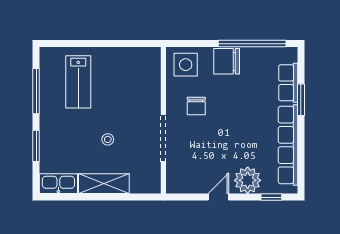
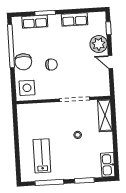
lab bench: (78, 82) -> (42, 156), turned -90
chair: (196, 106) -> (51, 64), moved
row of seats: (288, 145) -> (75, 19), width x0.50
shelving: (104, 184) -> (105, 115), moved

